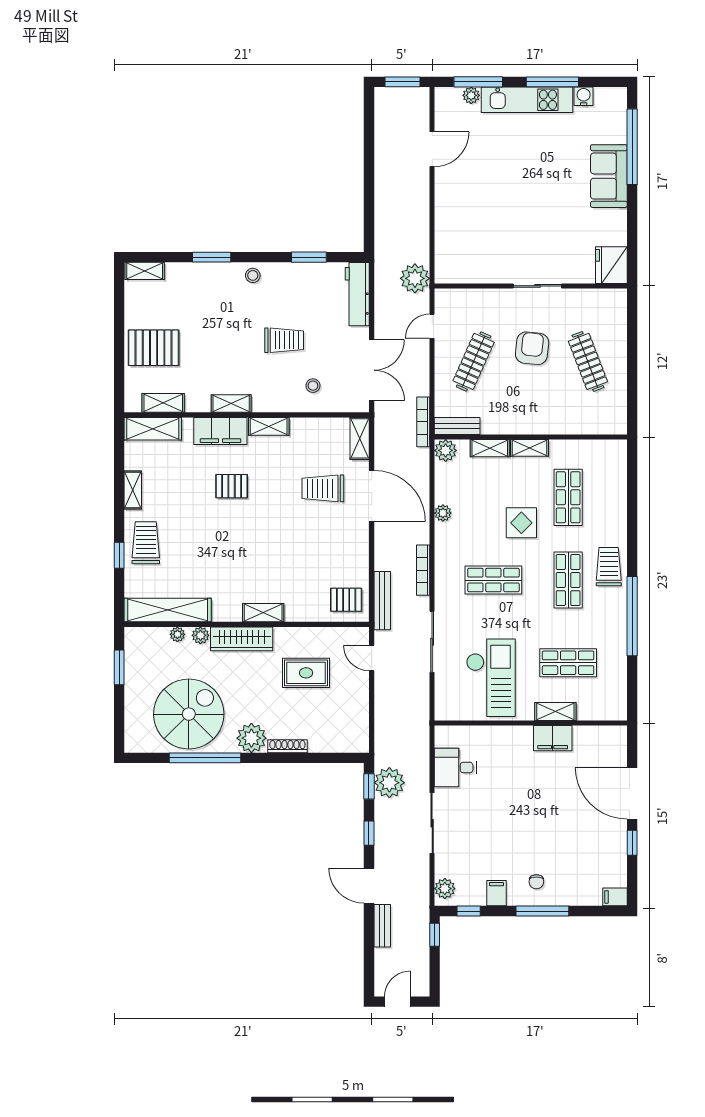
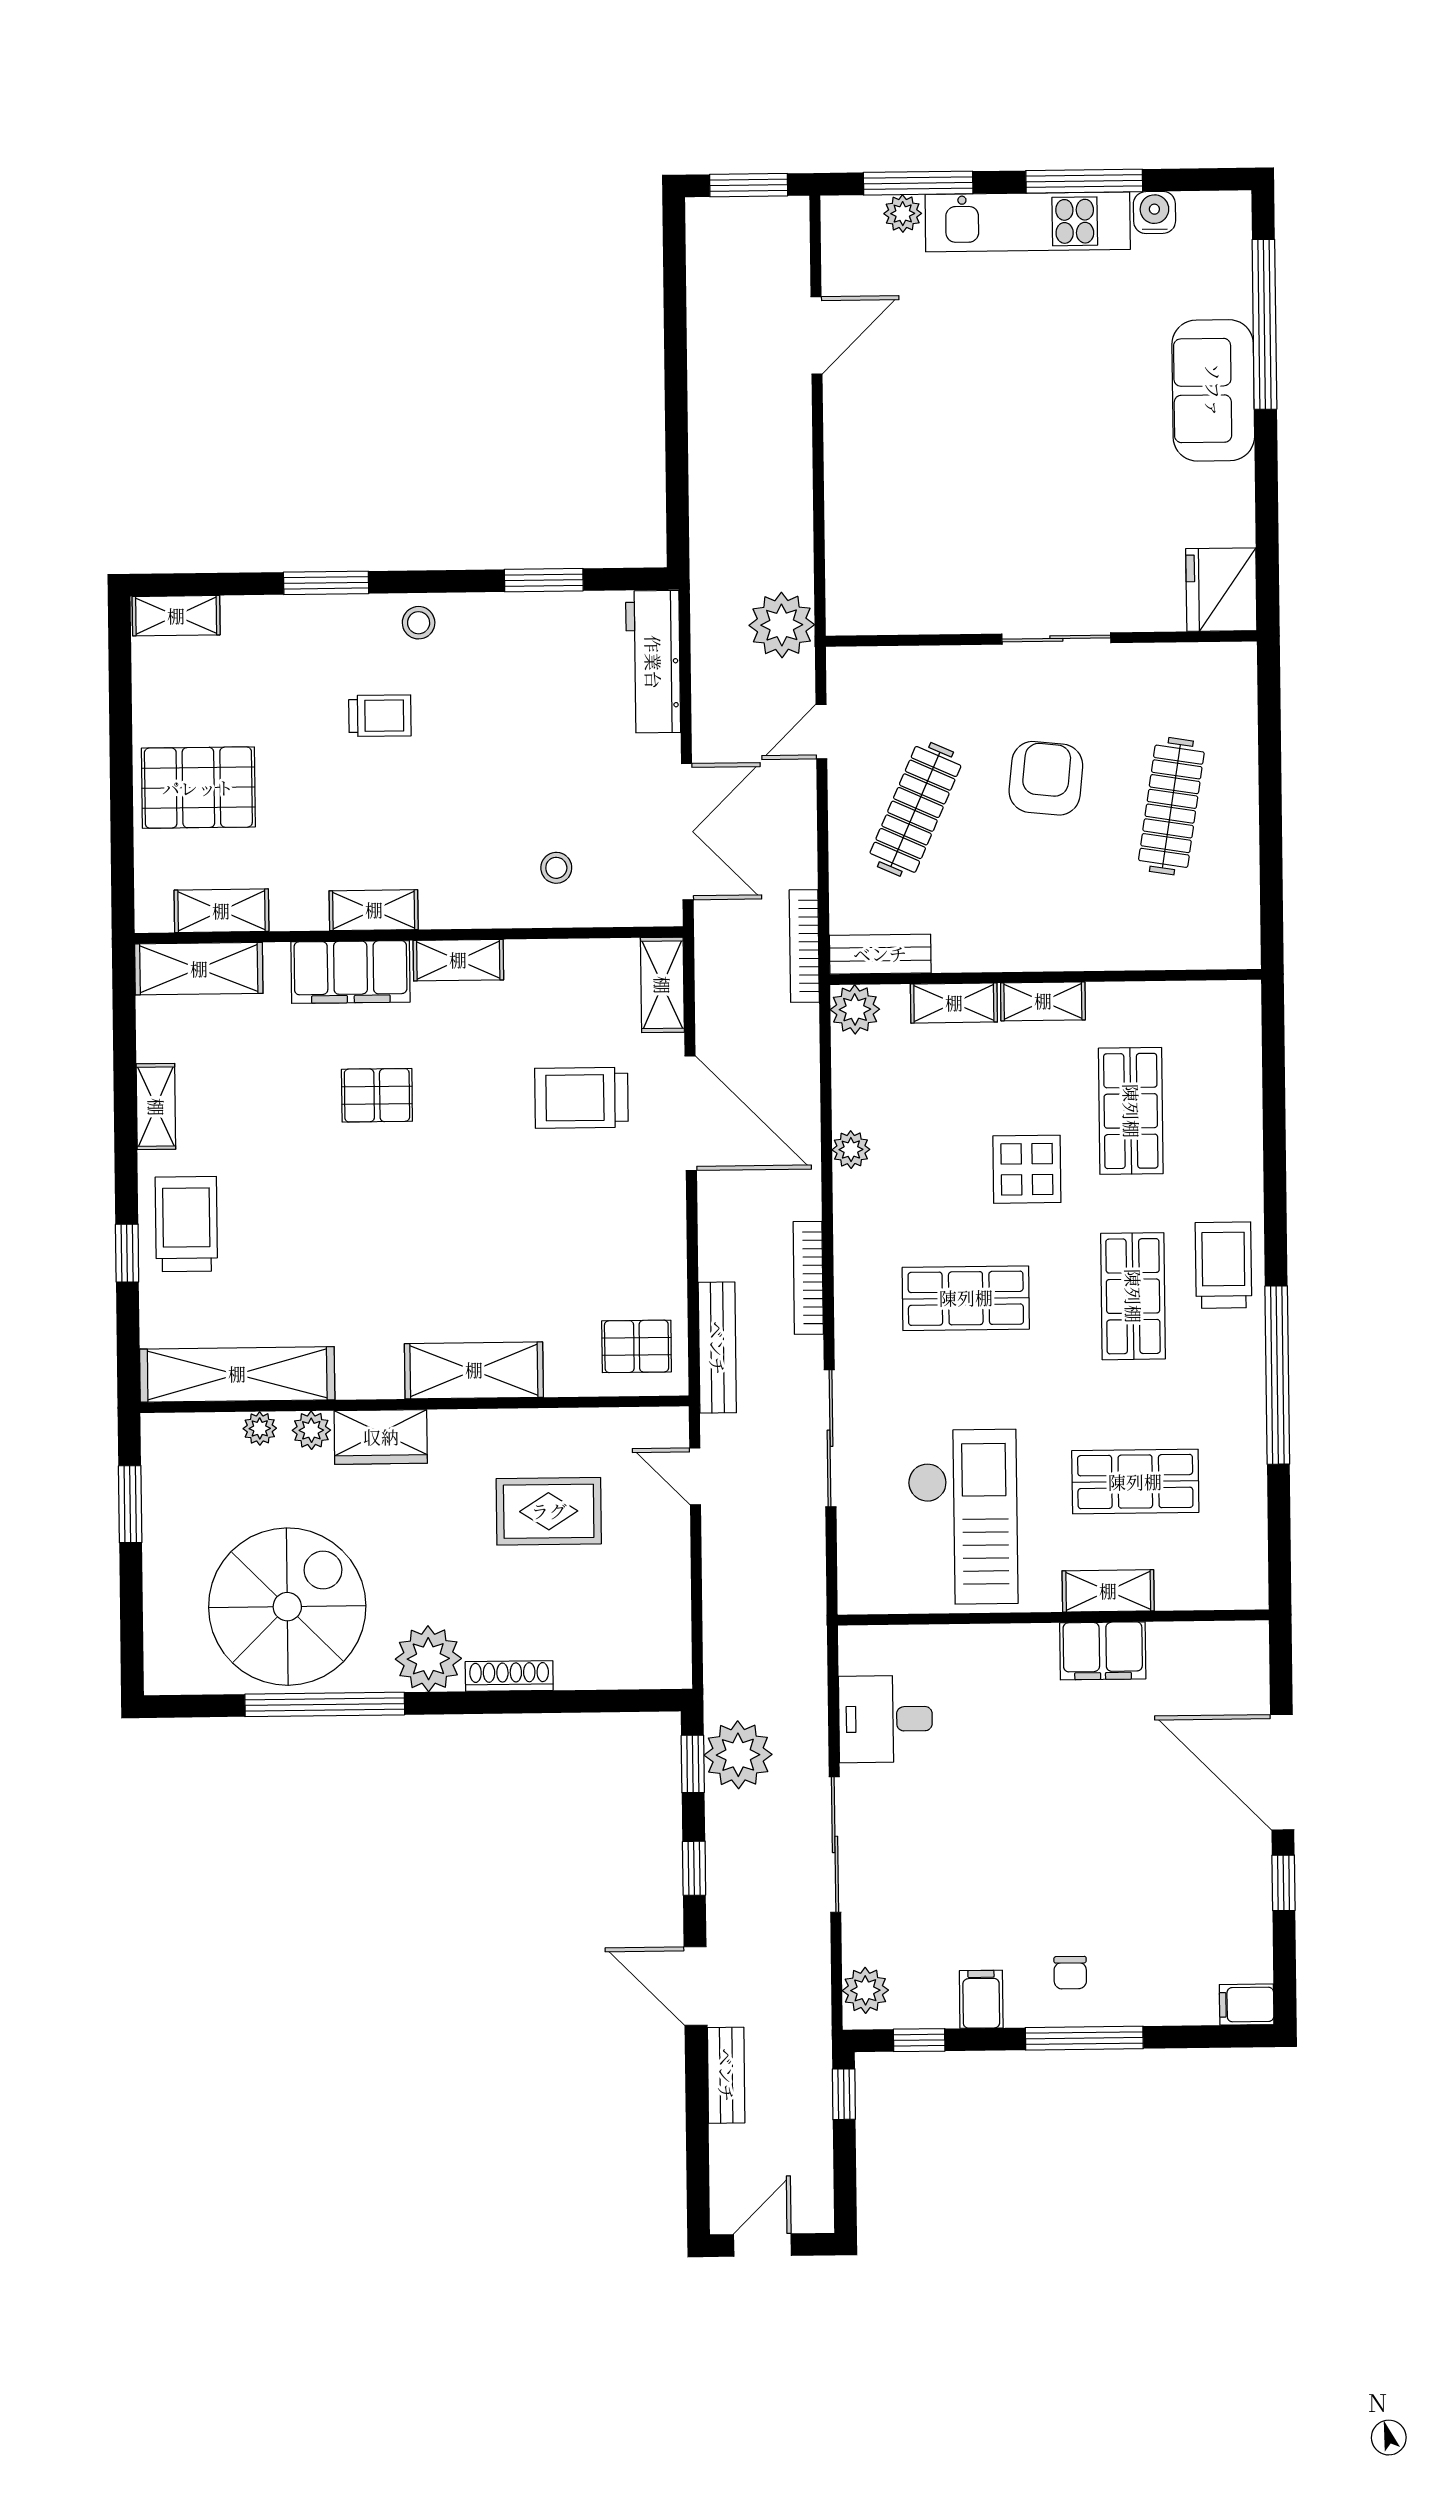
trolley: (284, 340) -> (380, 716), moved, width x0.73, depth x0.72
clothes rail: (588, 361) -> (1171, 806), turned 30
shelving: (263, 613) -> (474, 1370), width x1.50, depth x1.33
wardrobe: (242, 639) -> (381, 1437), width x0.67

